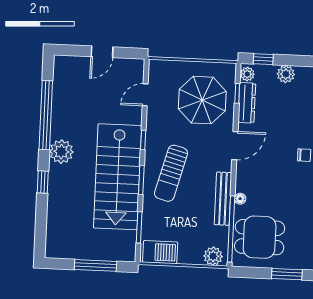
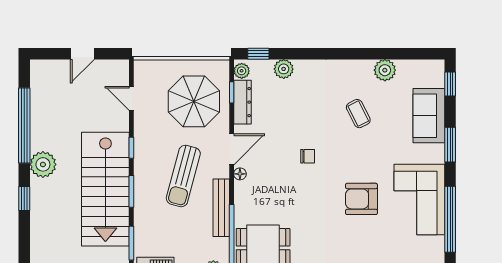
door: (145, 95) -> (131, 98), hinge flipped
sun lounger: (171, 173) -> (183, 176), moved
floor lamp: (240, 199) -> (240, 174), moved

